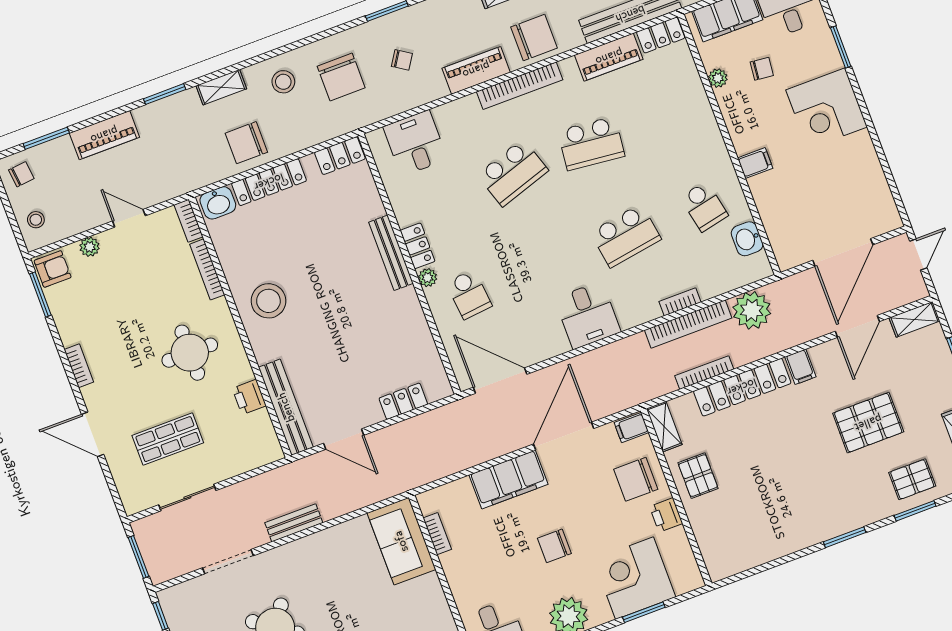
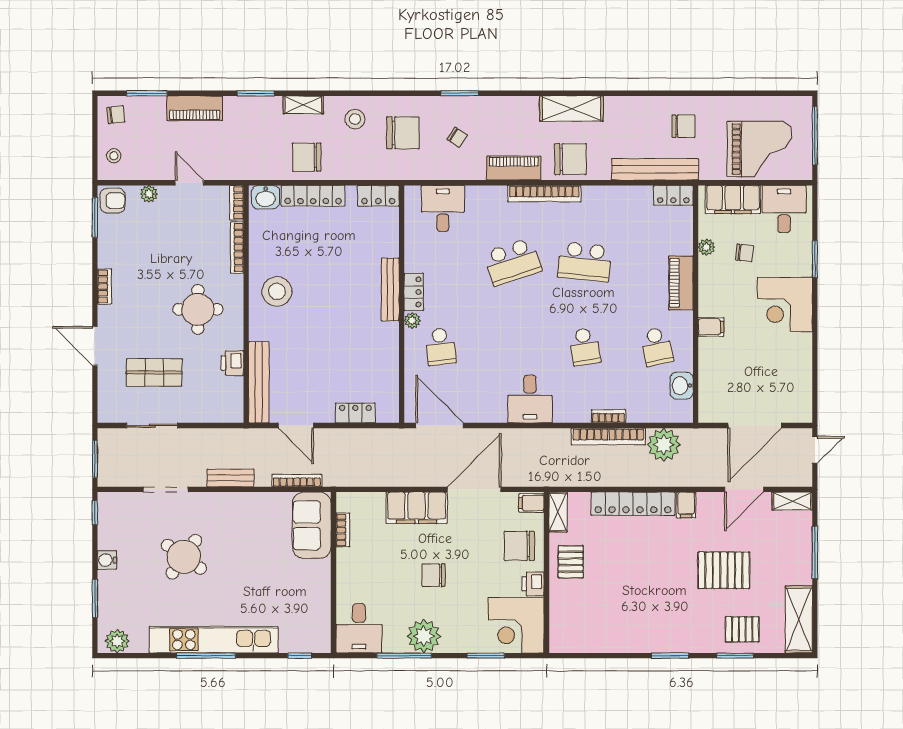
piano: (609, 57) -> (681, 283), moved, turned 90
chair: (341, 77) -> (403, 133), turned -90
school desk: (626, 236) -> (585, 347), width x0.54
bookcase: (704, 373) -> (297, 481), moved
corner desk: (635, 578) -> (516, 625), moved, turned -90

